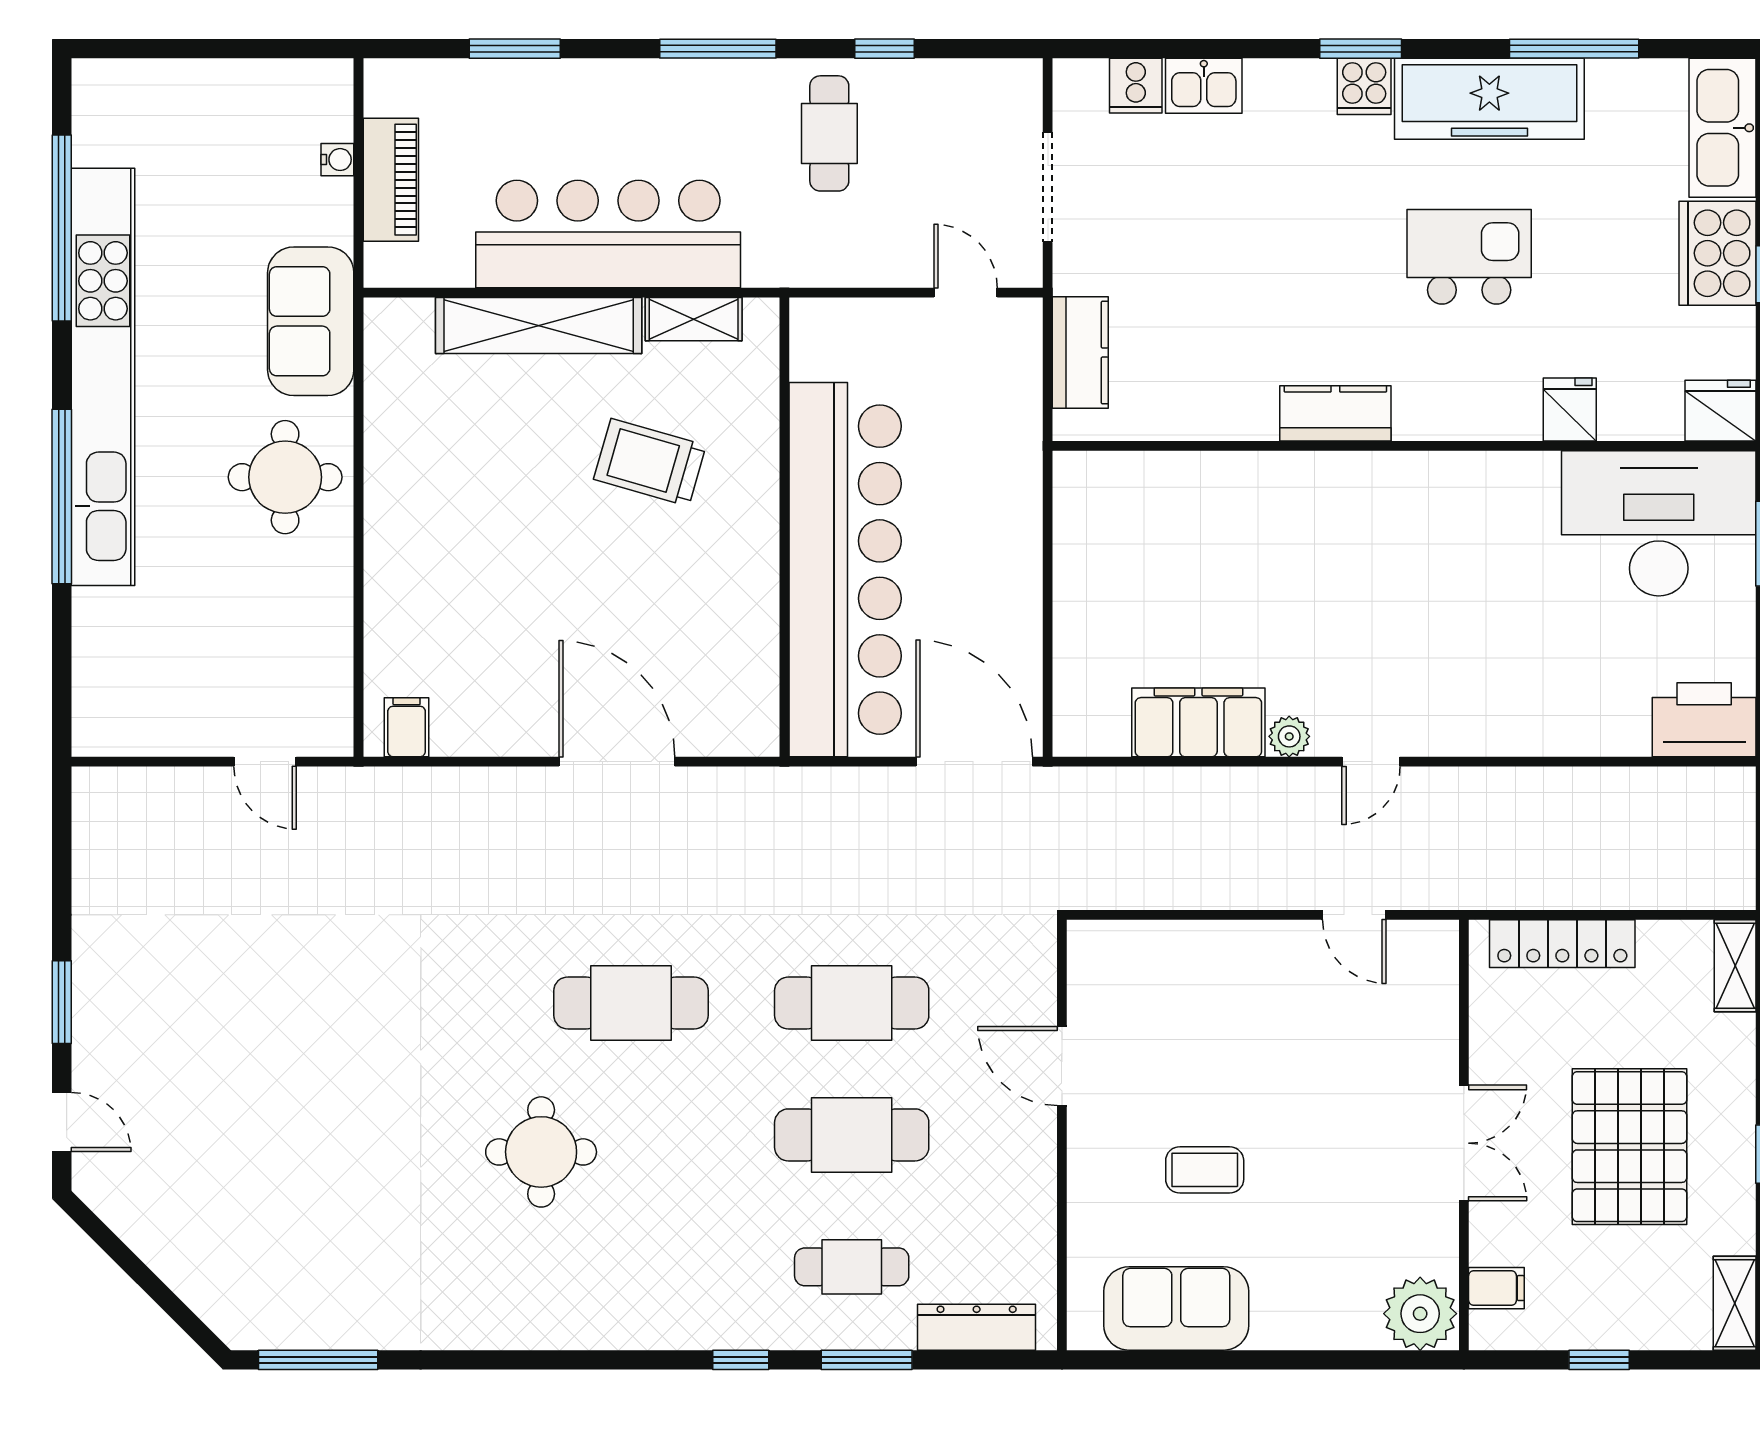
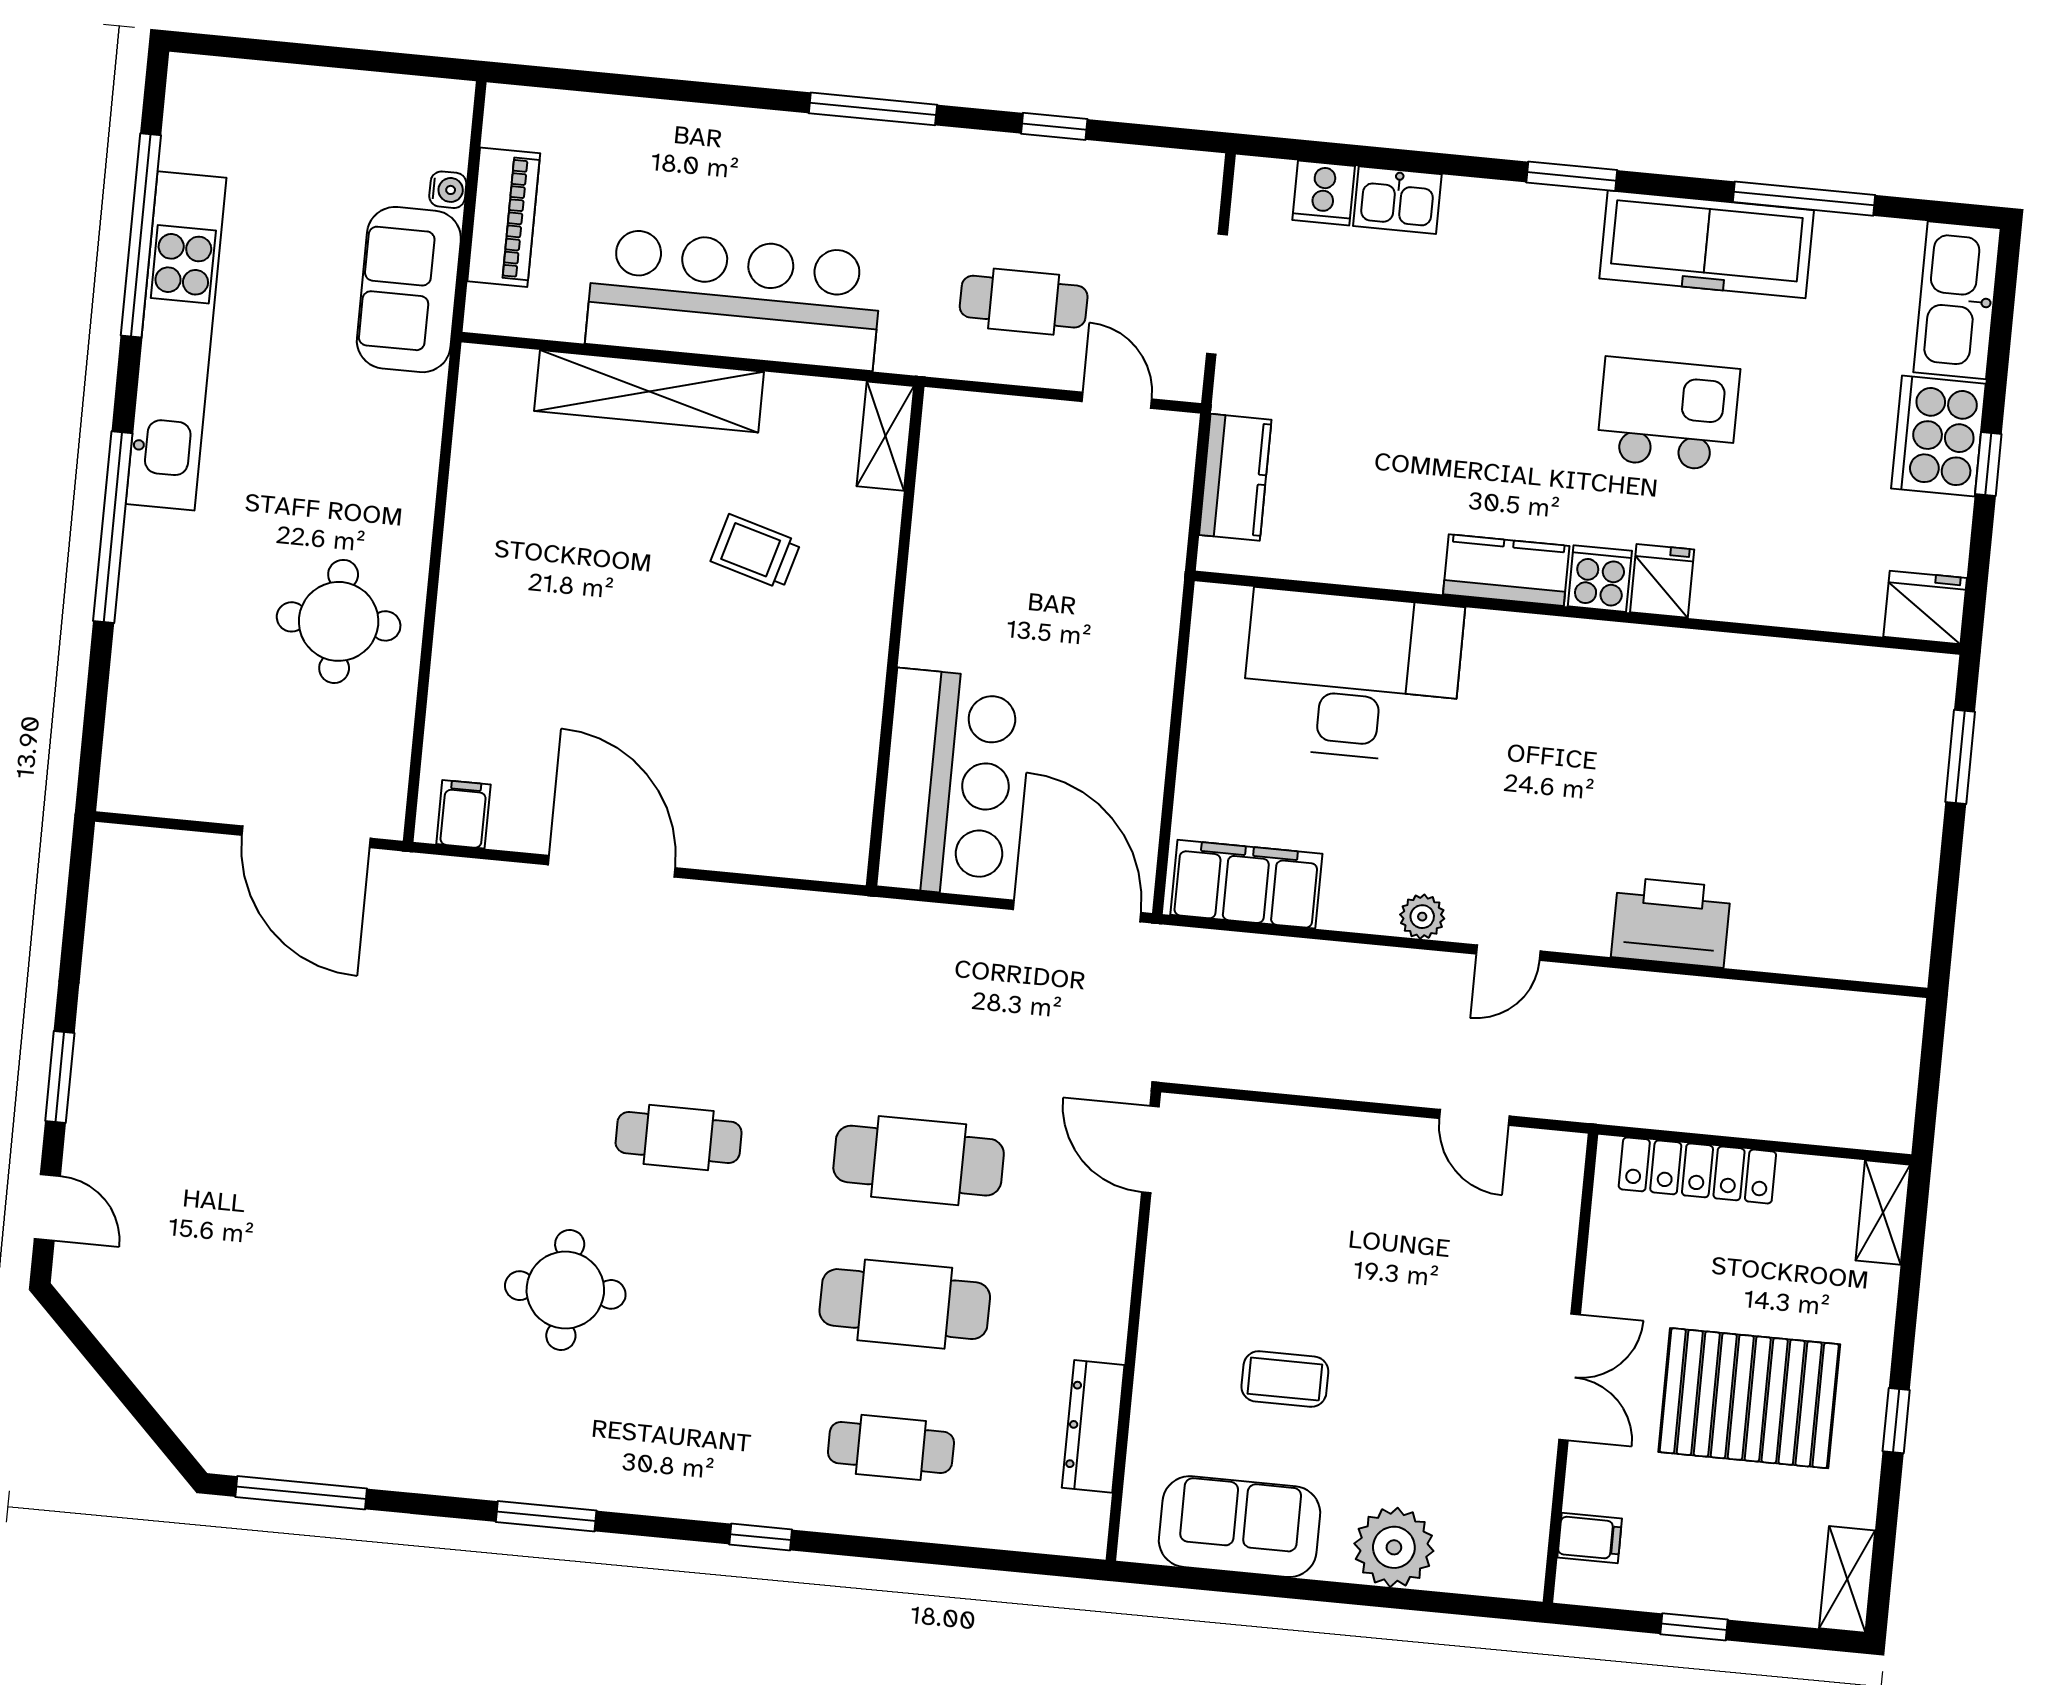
window: (515, 49) -> (652, 88), removed
cooker: (1364, 86) -> (1600, 579), moved, turned 180
cafe table: (829, 133) -> (1024, 302), moved, turned 90
shelving: (694, 319) -> (885, 436), moved, turned 90
sofa: (311, 321) -> (409, 290), moved
kitchen unit: (103, 377) -> (176, 341), width x0.73
fridge: (1570, 409) -> (1662, 581), moved
trolley: (650, 462) -> (756, 552), width x0.73, depth x0.72
round table: (285, 477) -> (339, 621), moved
desk: (1659, 523) -> (1352, 676), moved
bar counter: (845, 570) -> (948, 783), width x0.54
printer: (1704, 720) -> (1671, 922), moved
filing cabinet: (1198, 722) -> (1246, 884), moved
door: (265, 762) -> (306, 837), width x1.88
door: (617, 762) -> (612, 866), moved
cafe table: (631, 1003) -> (679, 1137), width x0.73, depth x0.74
door: (1062, 1066) -> (1150, 1150), moved
pallet: (1629, 1147) -> (1749, 1398), turned 90
plant: (1420, 1314) -> (1394, 1547), moved
dresser: (977, 1327) -> (1093, 1426), moved, turned -90
window: (867, 1360) -> (546, 1516), moved

